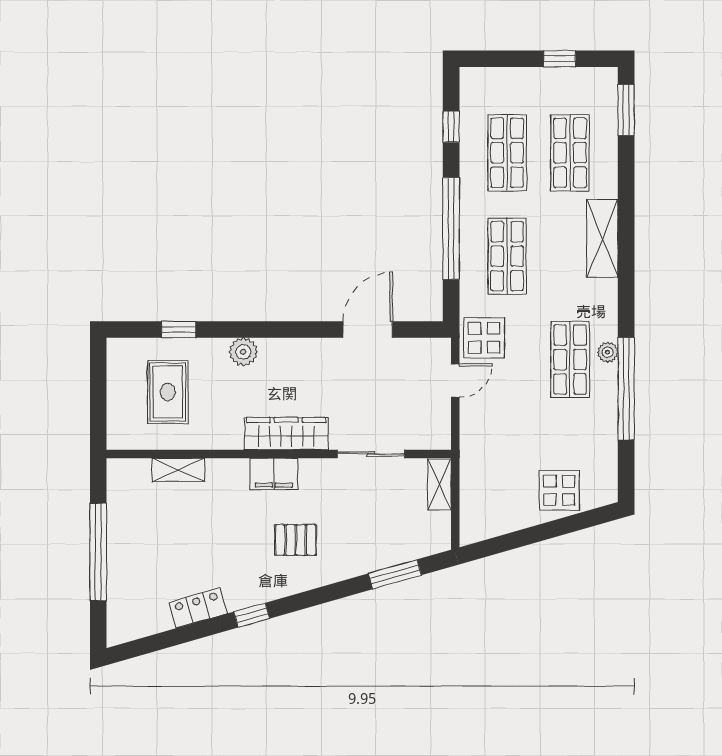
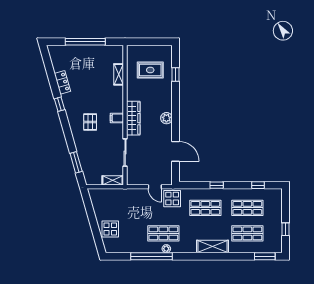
window: (451, 229) -> (217, 185), width x0.32
plant: (243, 352) -> (166, 118), moved
filing cabinet: (274, 474) -> (117, 118), width x0.50

